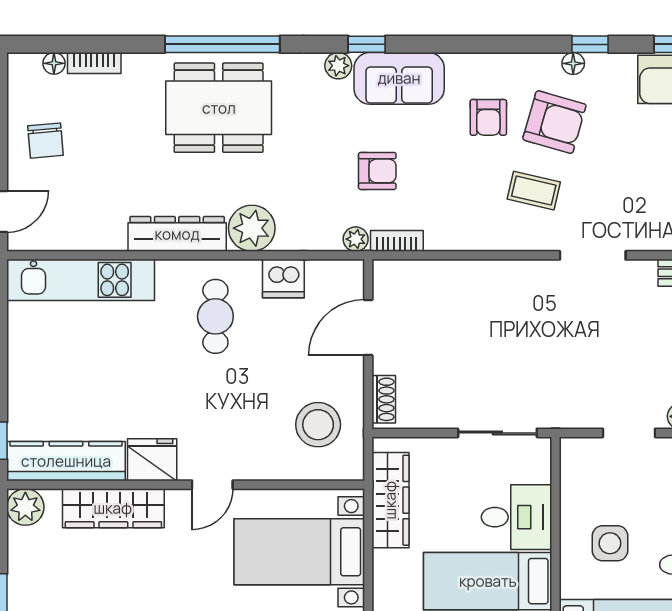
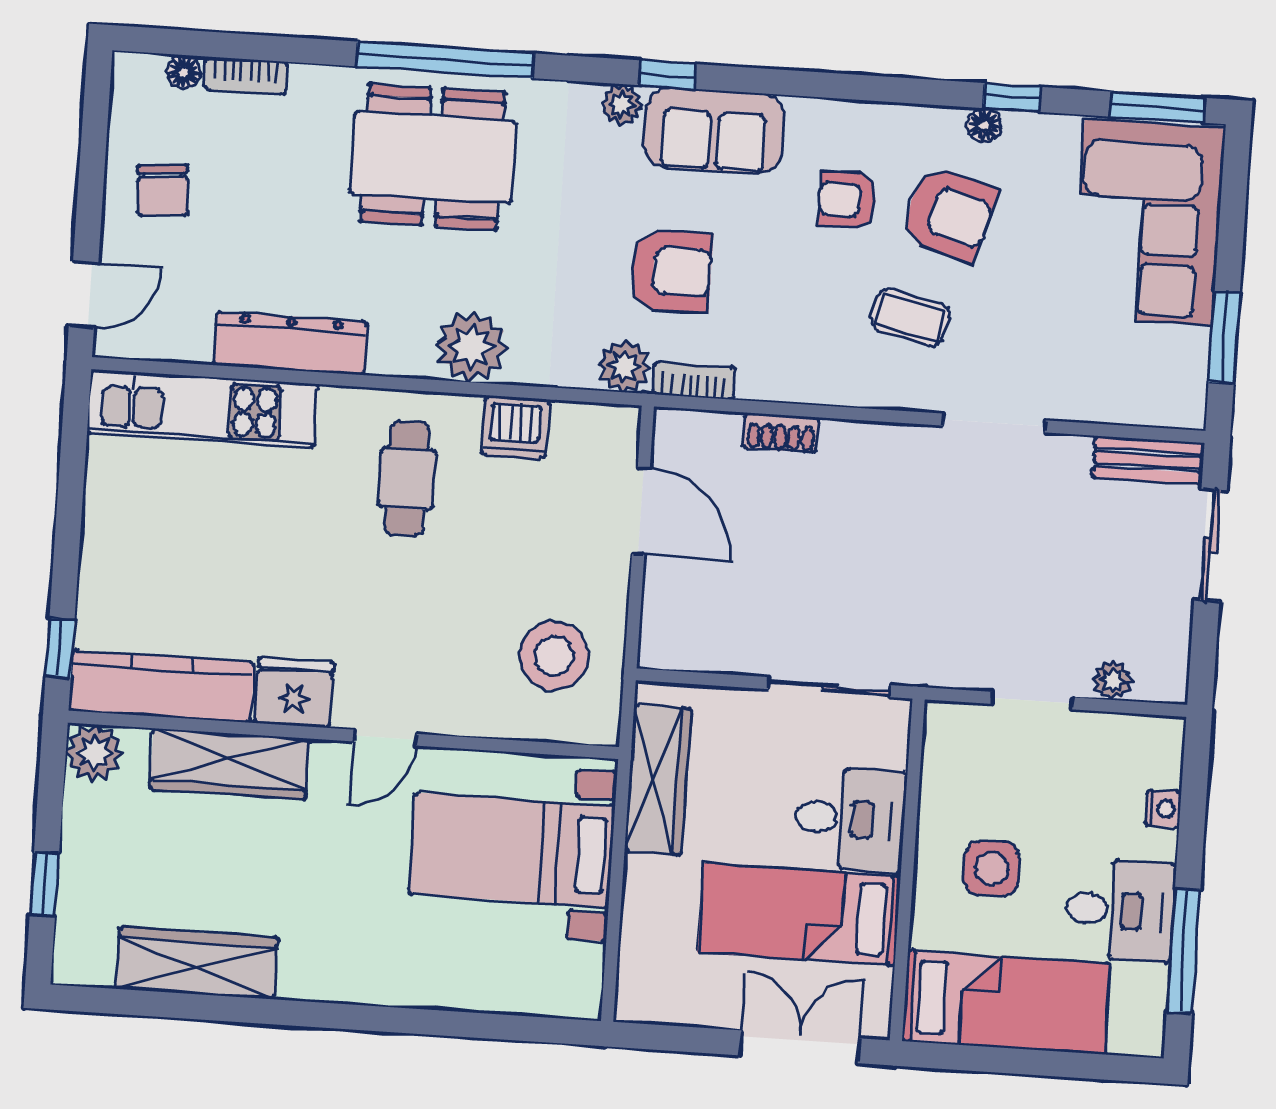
armchair: (488, 117) -> (848, 200), turned 90
armchair: (377, 171) -> (671, 271), width x1.38, depth x1.38
dresser: (177, 234) -> (290, 343), moved
plant: (356, 239) -> (624, 366), width x1.38, depth x1.38
door: (368, 328) -> (641, 511), swing flipped
shoe rack: (384, 399) -> (781, 433), moved, turned 90

